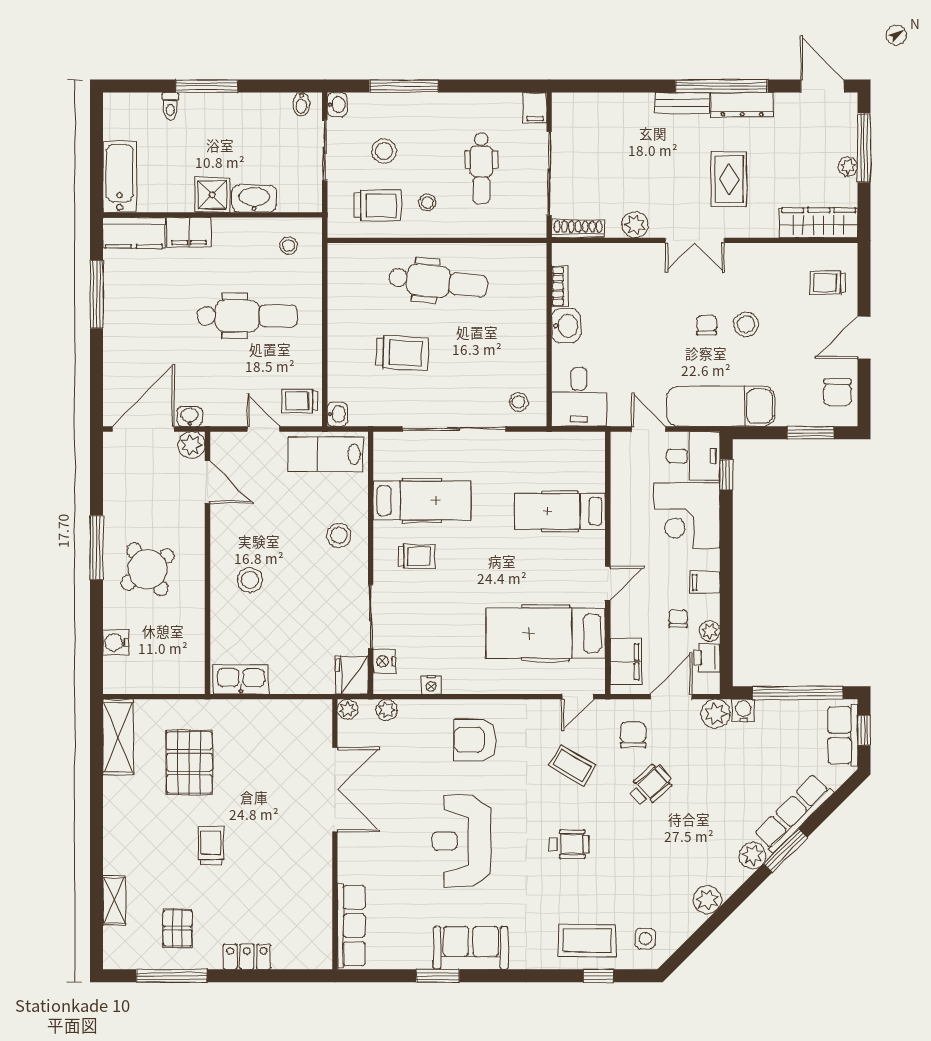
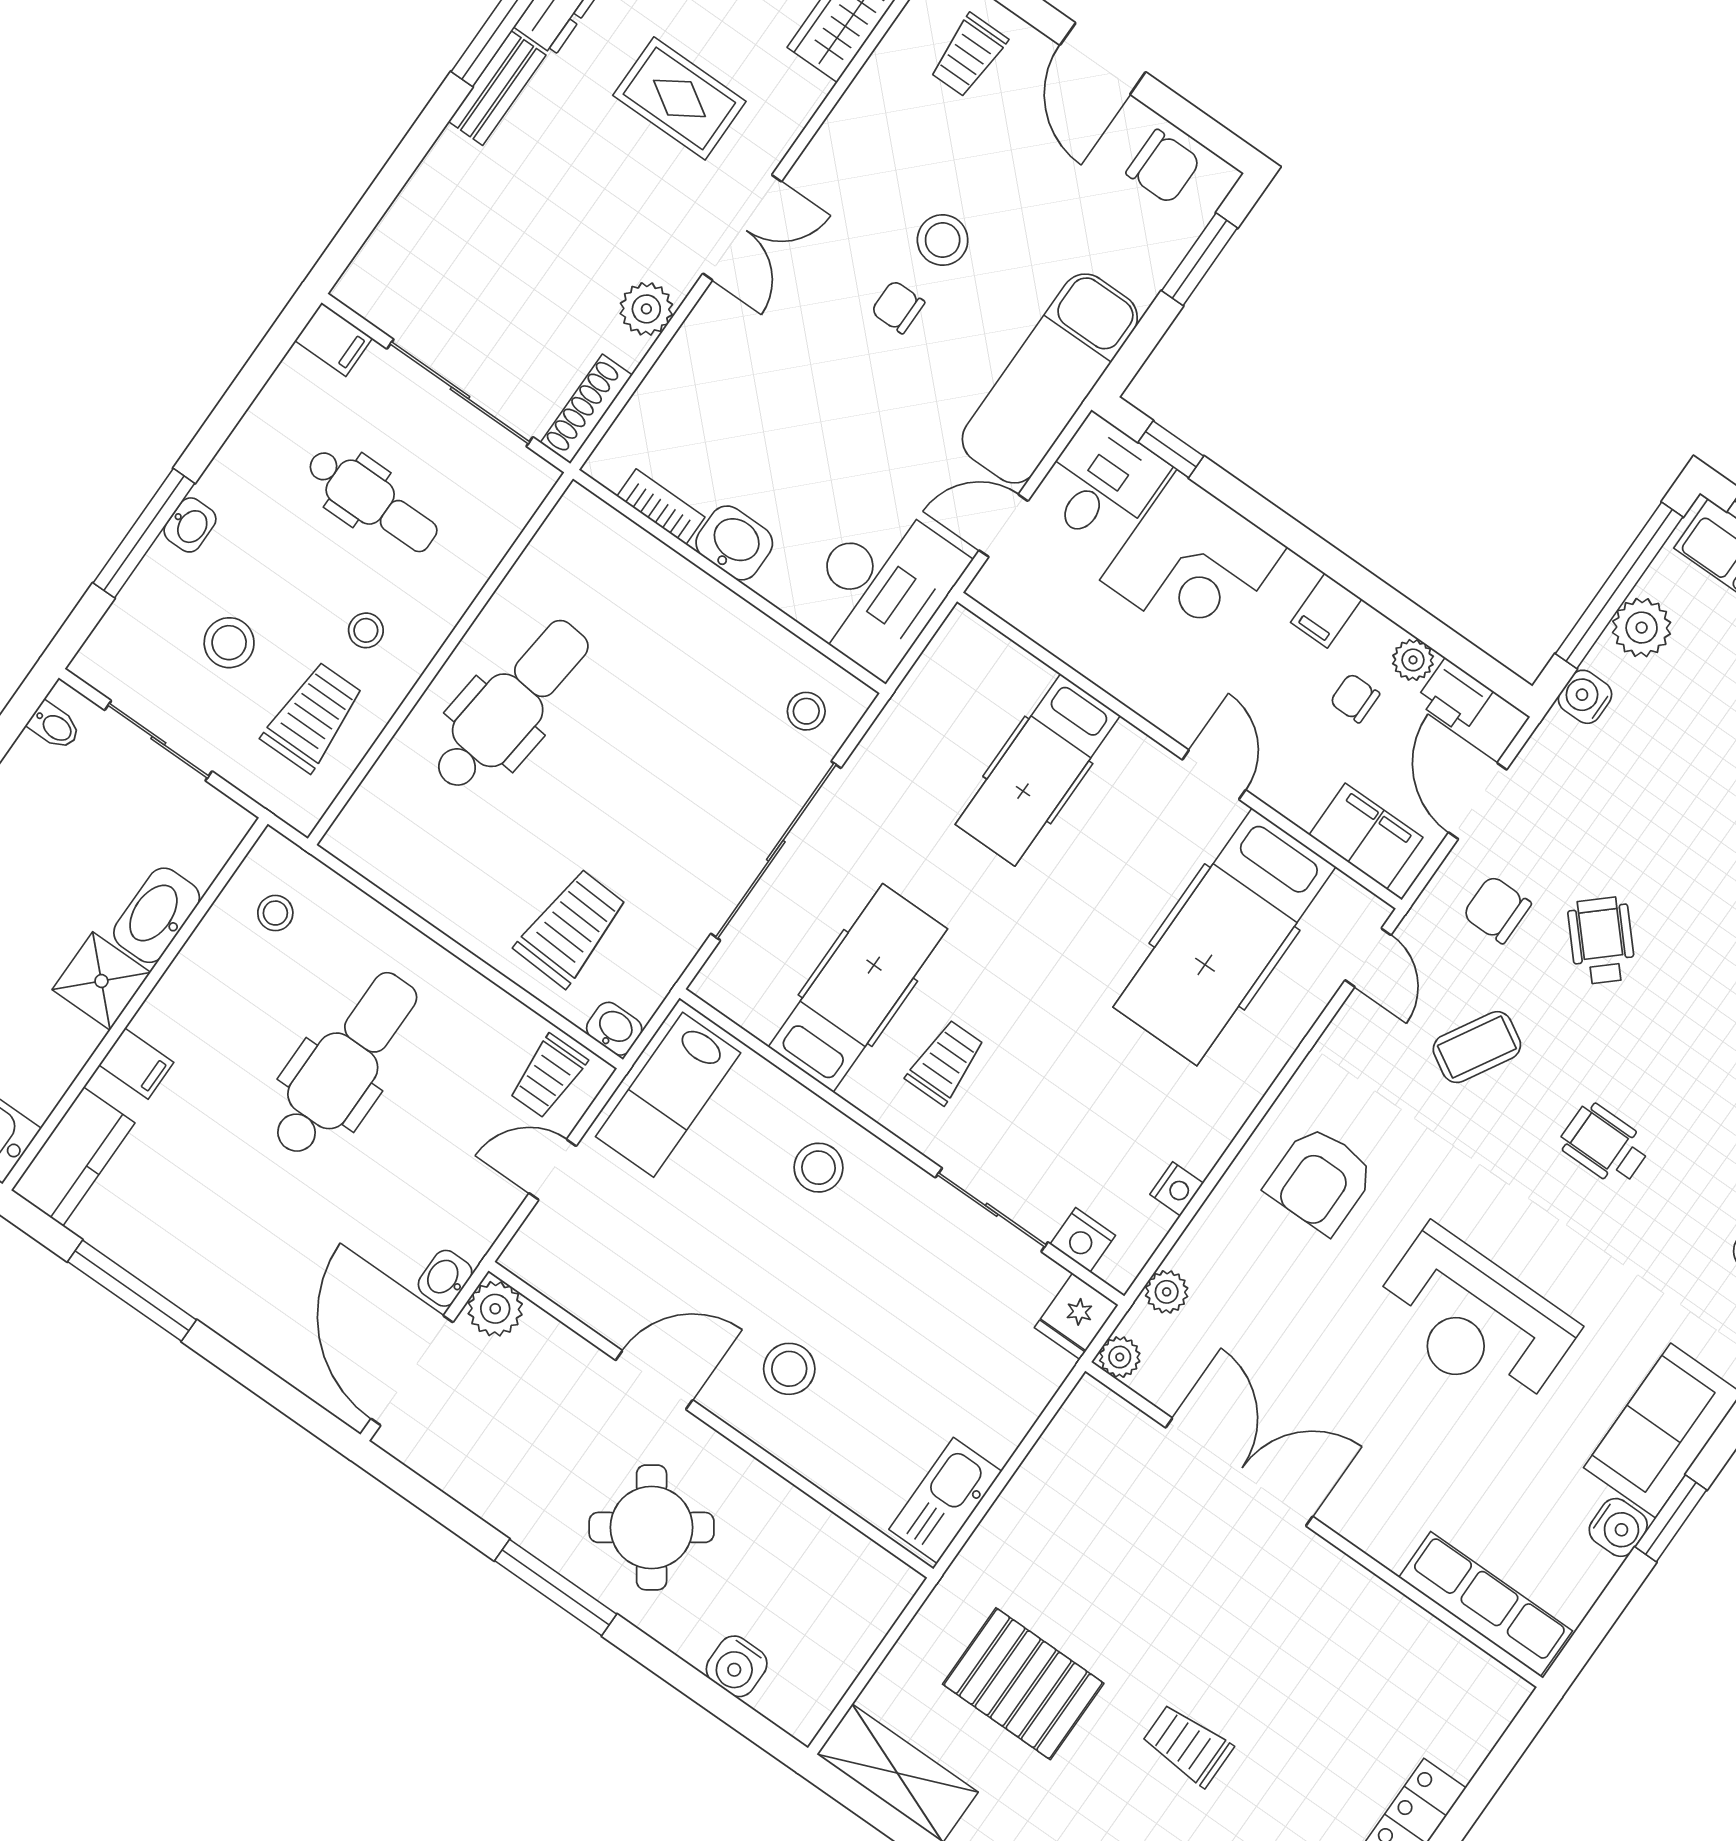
washbasin: (337, 105) -> (190, 525), moved, turned 90
filing cabinet: (189, 232) -> (136, 1064), width x0.50
trolley: (402, 353) -> (571, 928), moved
desk: (579, 397) -> (880, 588), width x1.37
door: (207, 482) -> (654, 1380), moved
fridge: (352, 675) -> (1076, 1316), width x0.72
plant: (716, 714) -> (1642, 628), moved
wheelchair: (569, 844) -> (1605, 1145), turned -90
water cooler: (419, 957) -> (1618, 1527), added

